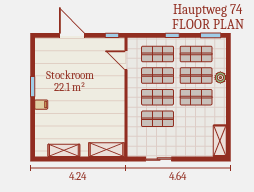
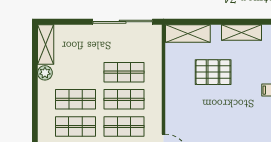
plant: (220, 78) -> (45, 73), moved
pallet: (87, 119) -> (213, 72), added
sliding door: (159, 159) -> (123, 22), width x1.86

